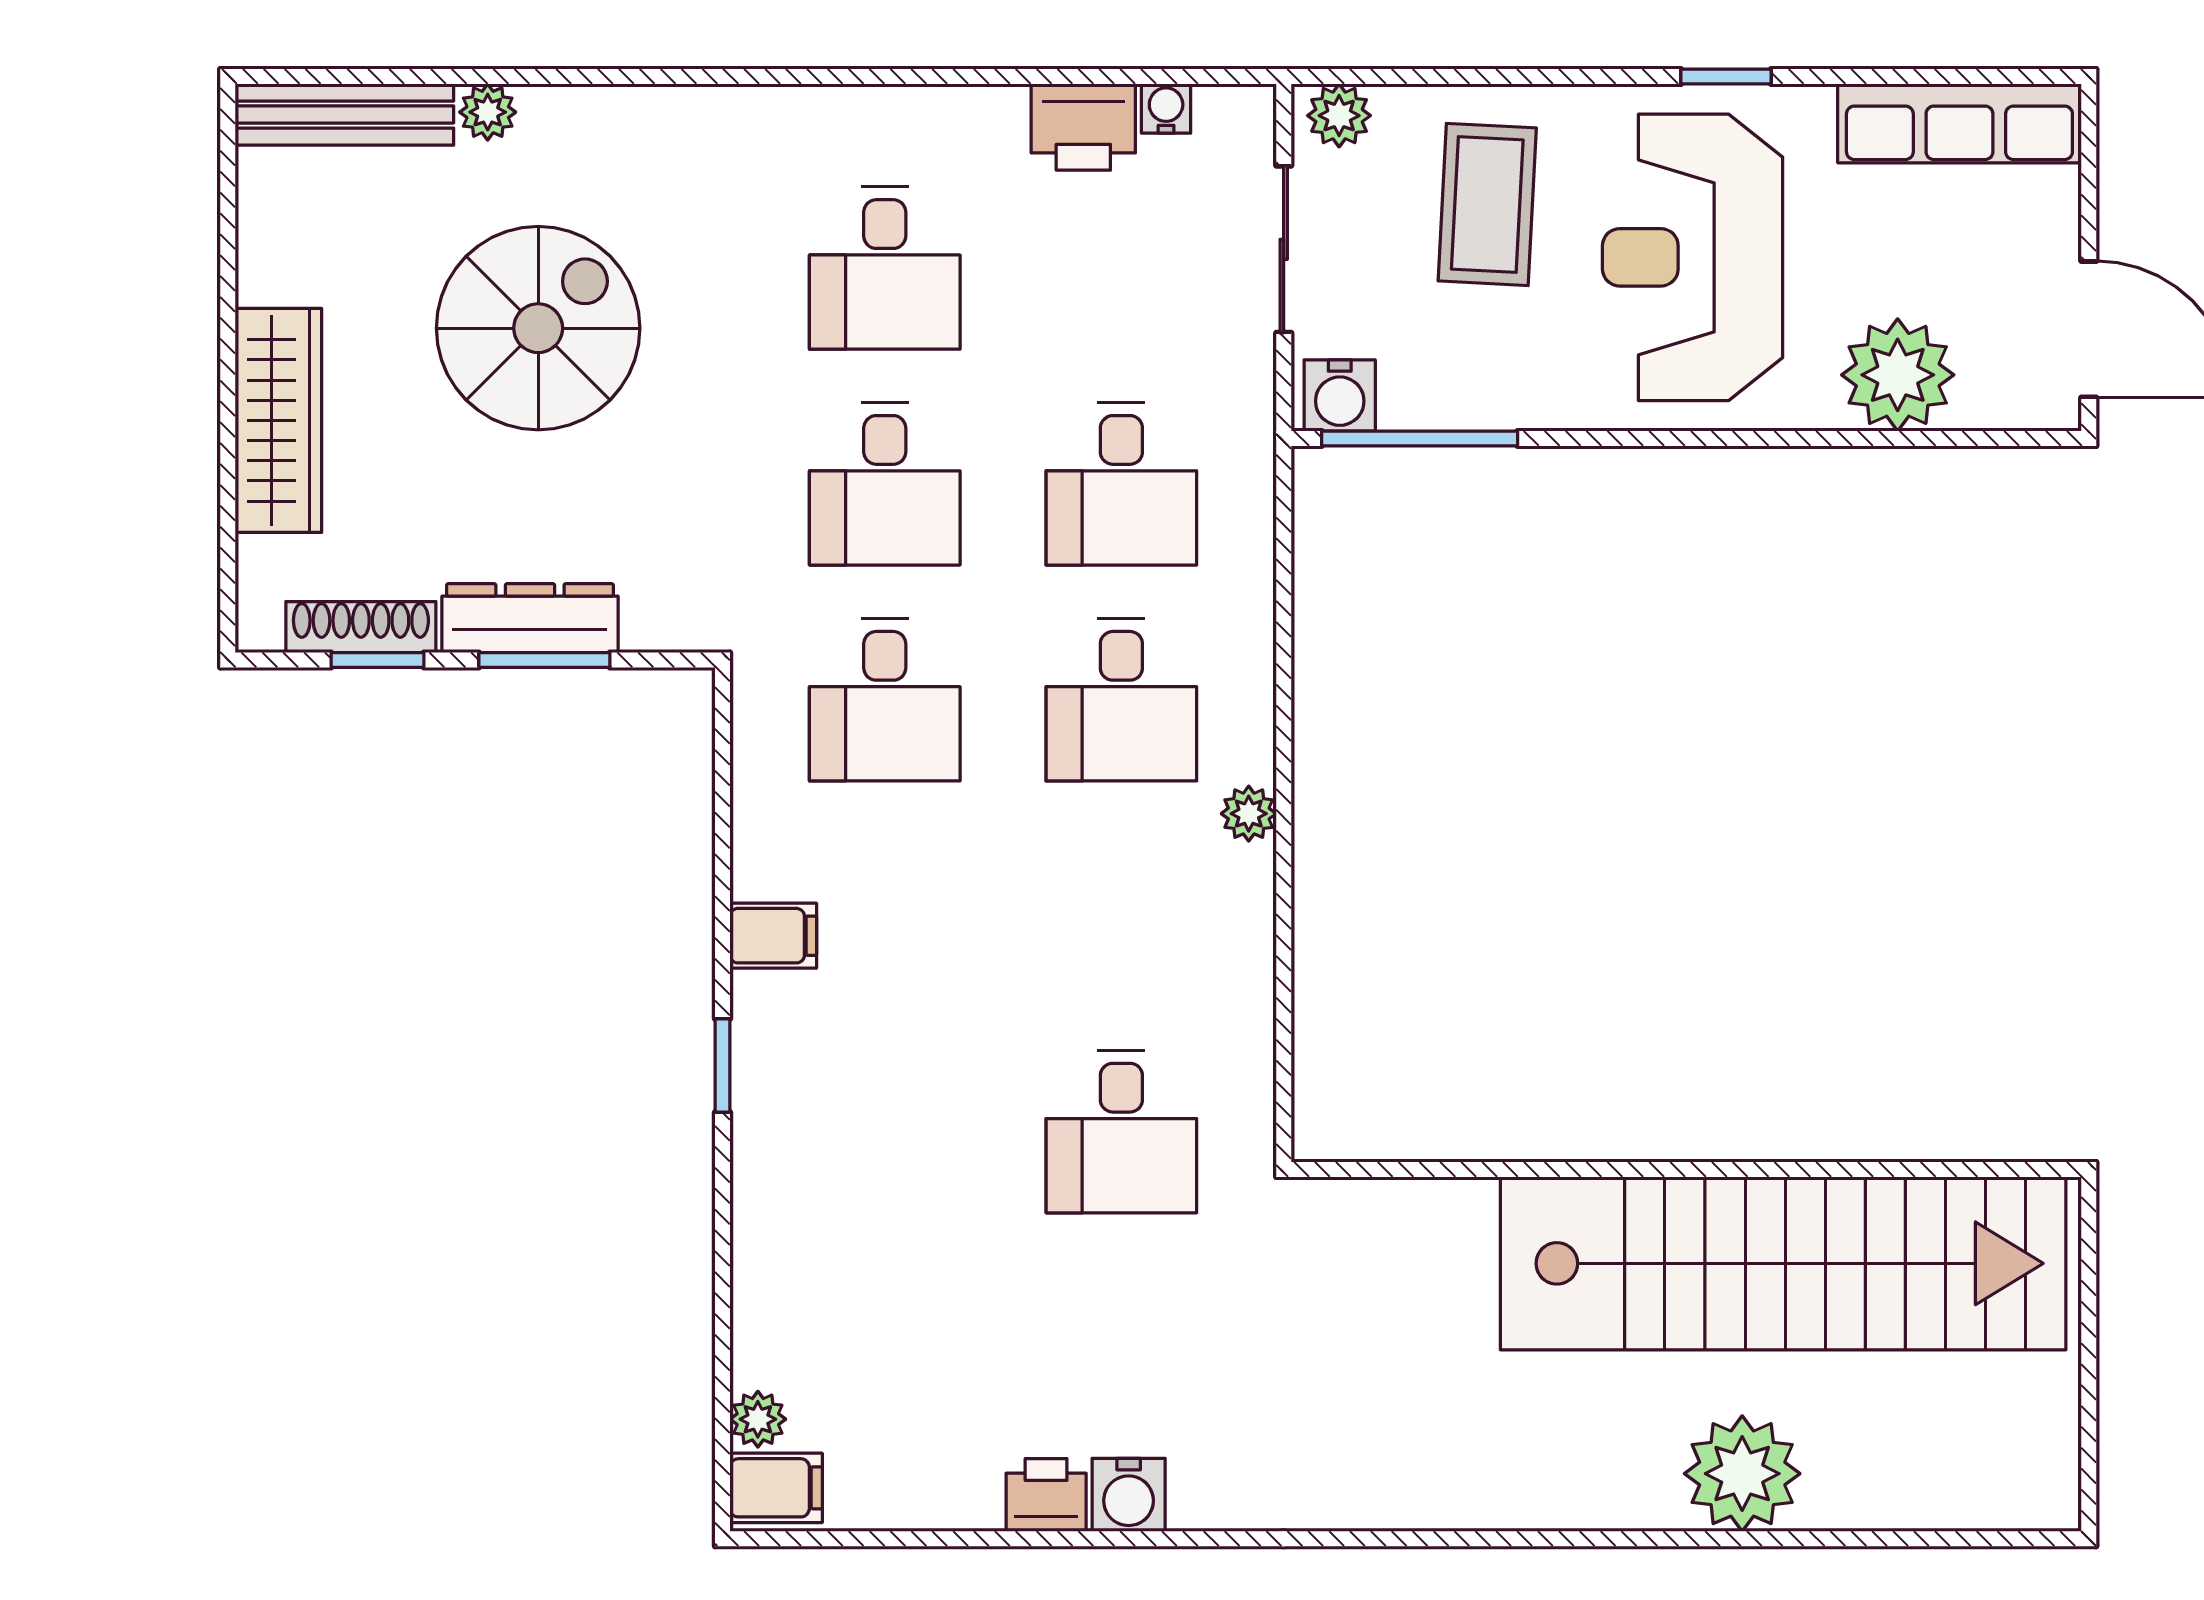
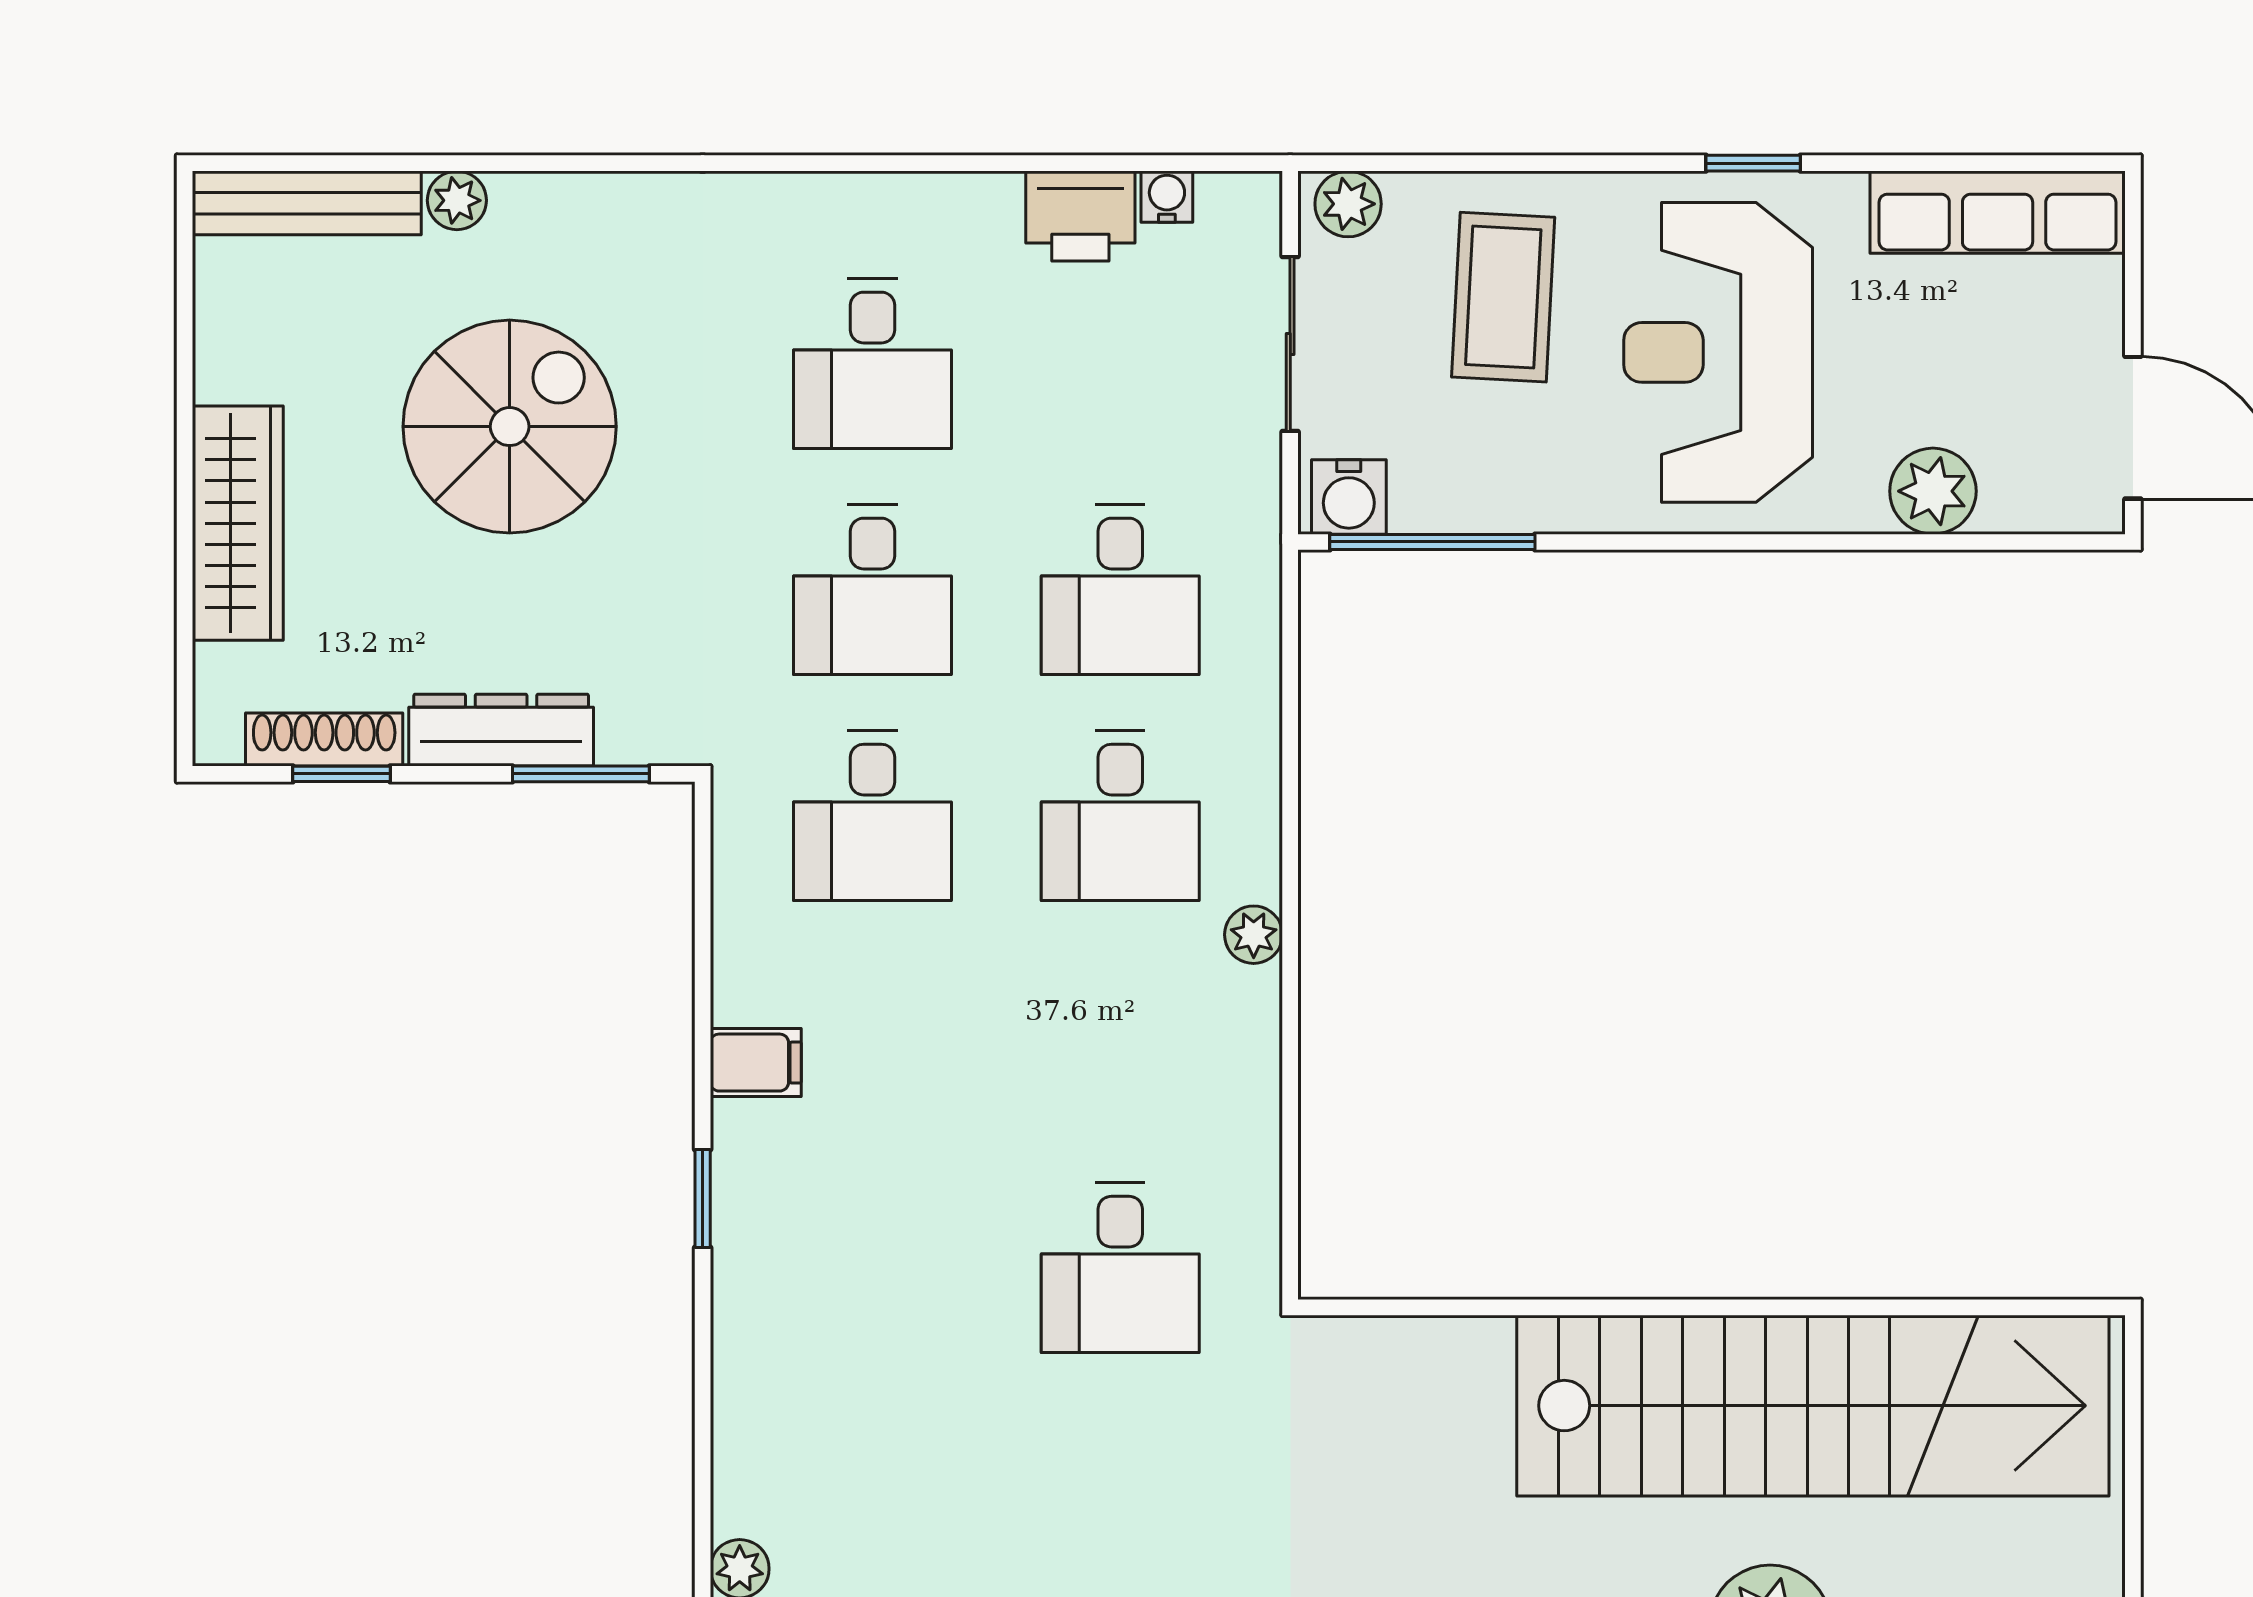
plant: (1898, 375) -> (1933, 491), width x0.73, depth x0.73
window: (544, 660) -> (581, 774), moved

